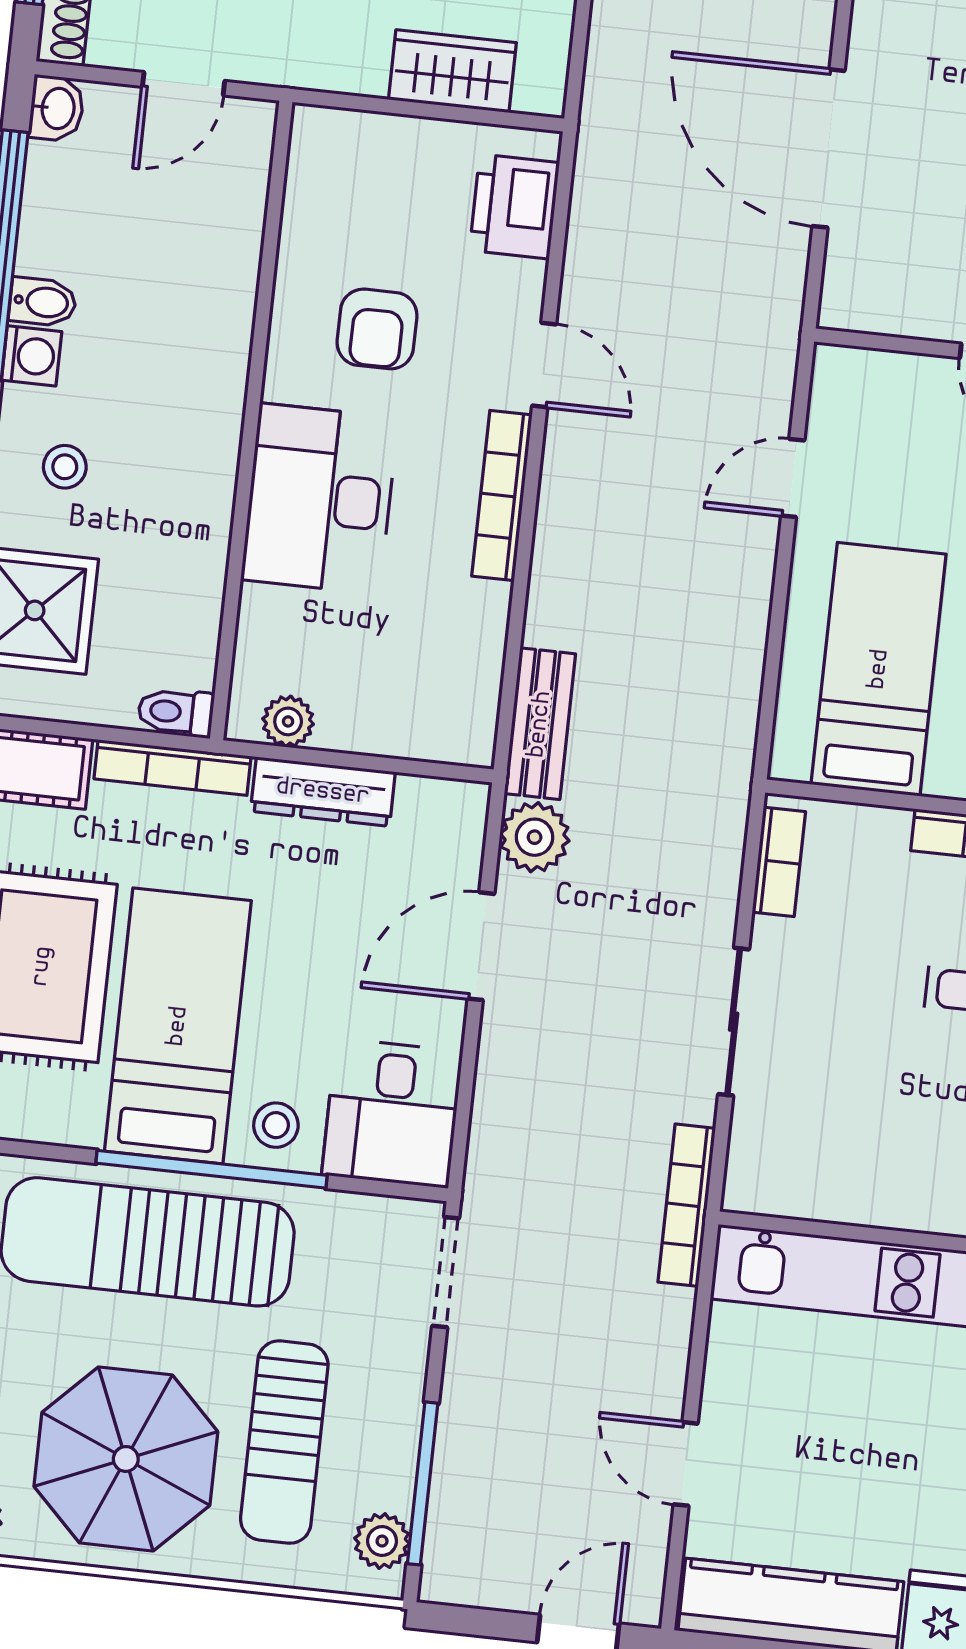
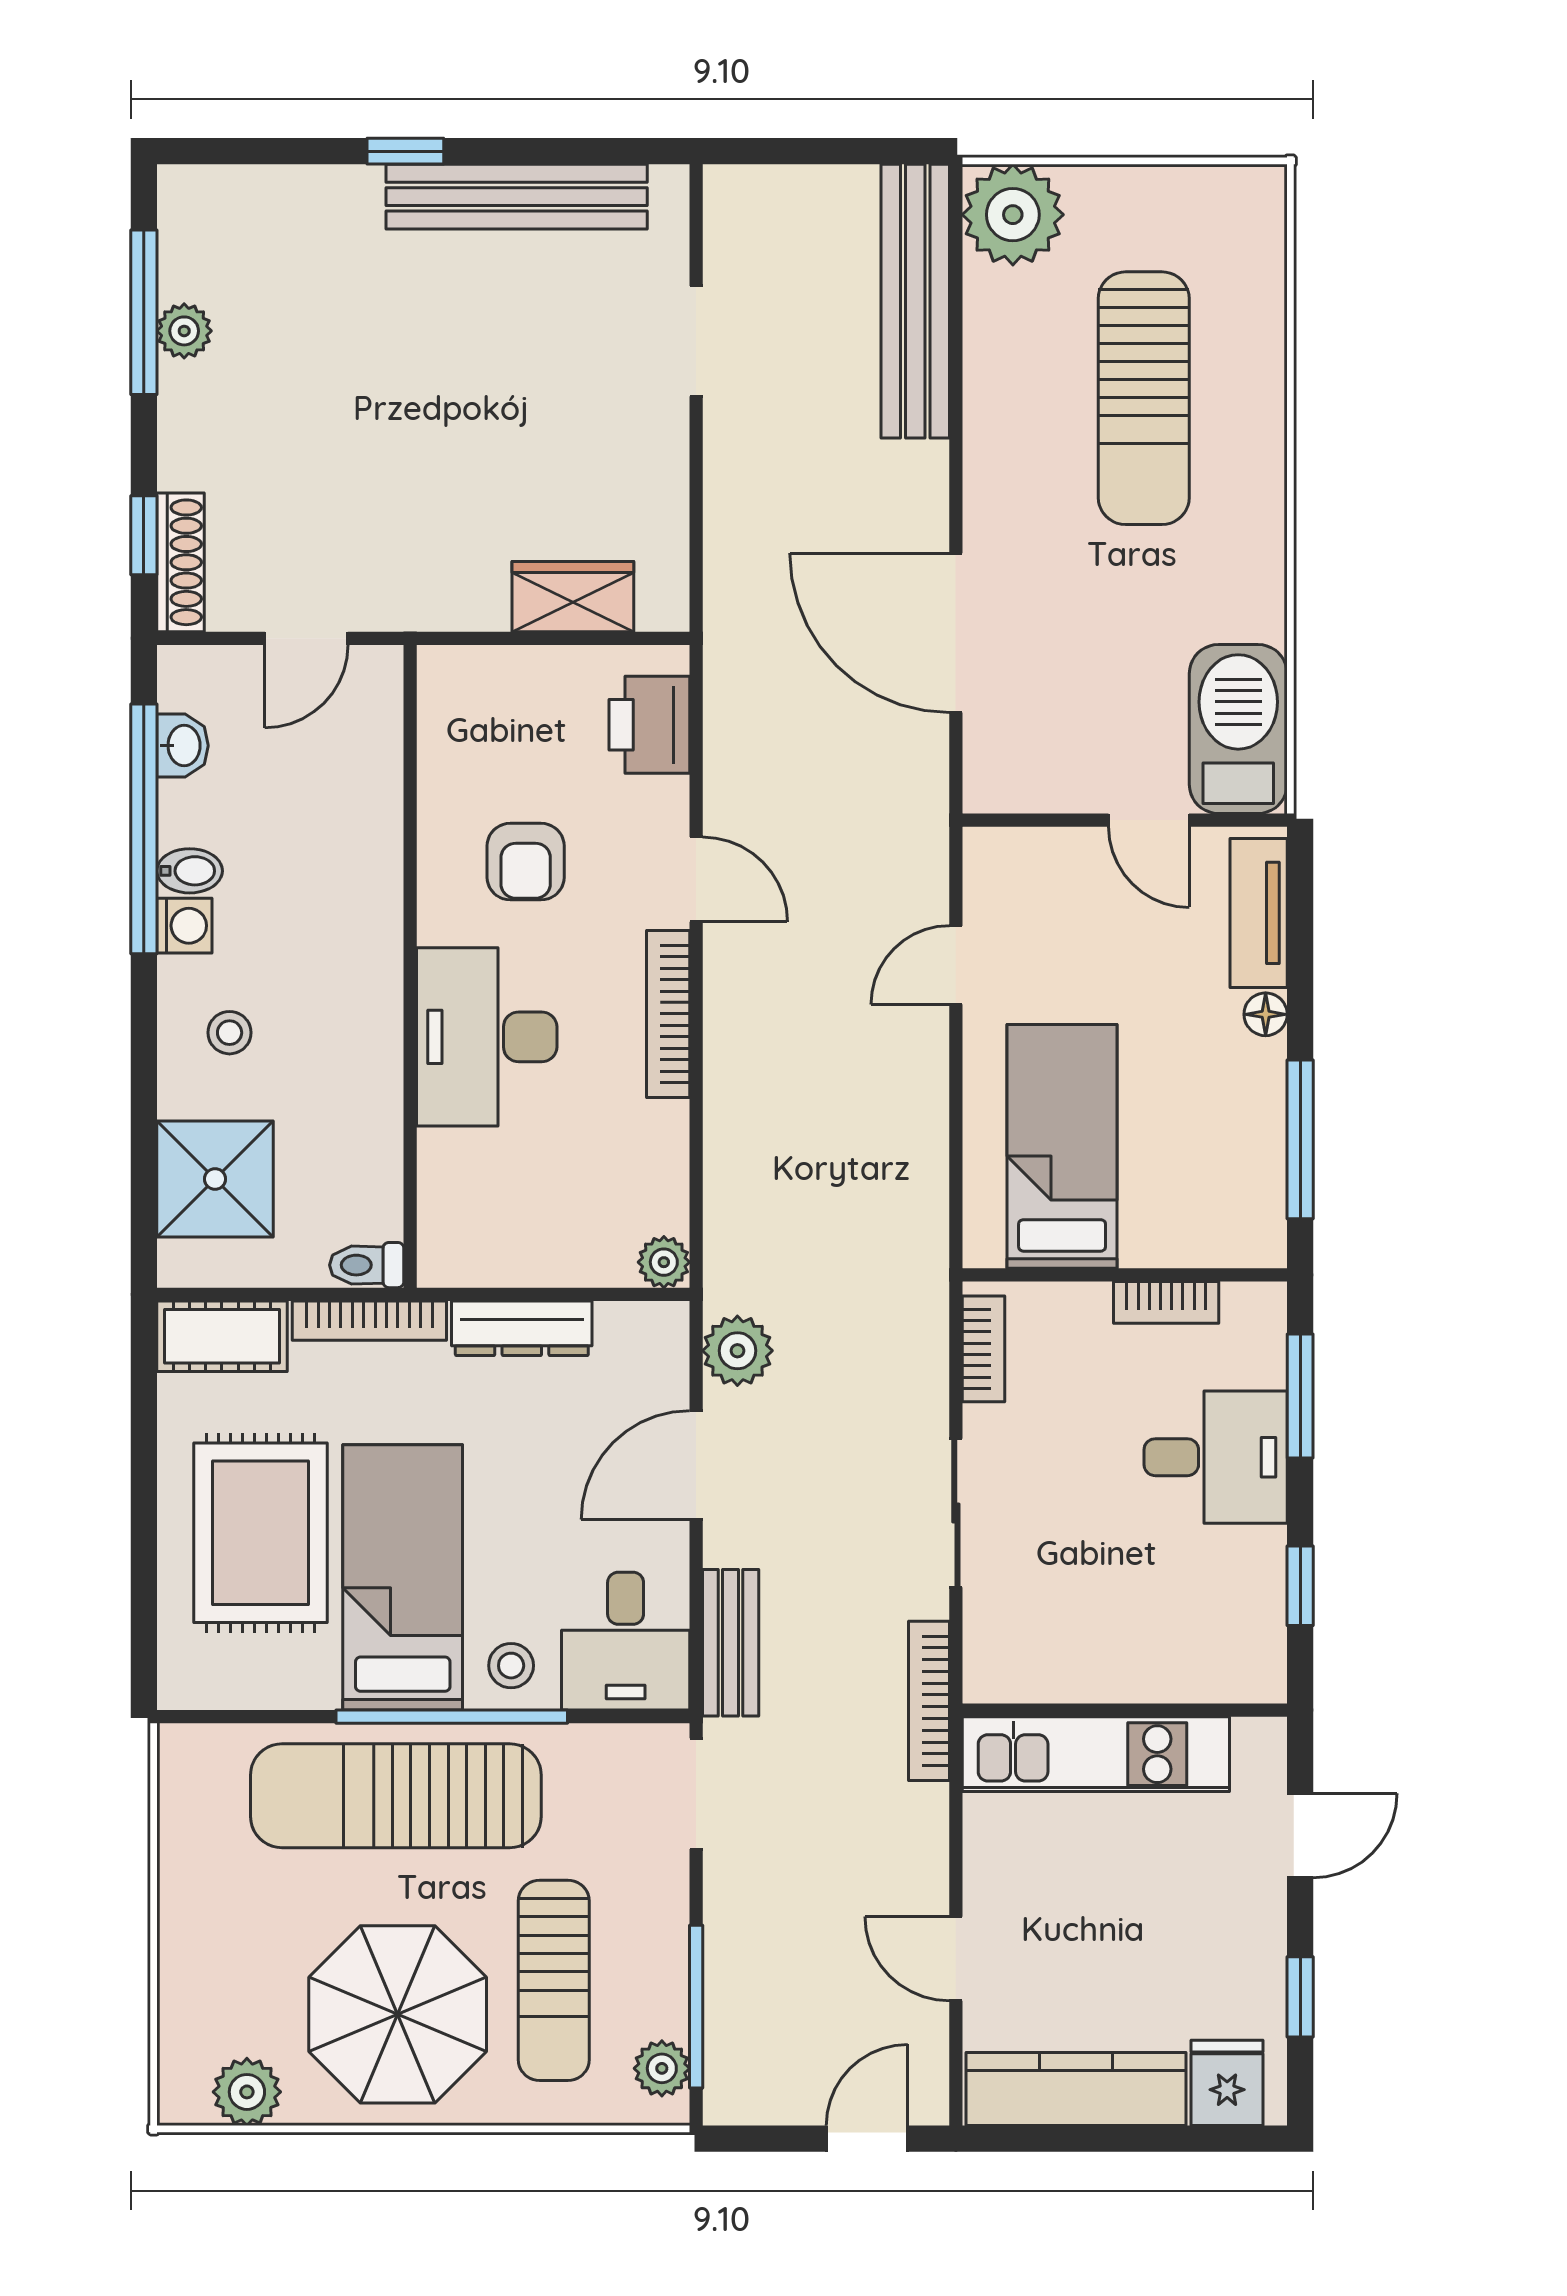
washbasin: (57, 108) -> (183, 746), moved
plant: (288, 721) -> (664, 1262), moved
bench: (540, 724) -> (731, 1643), moved

